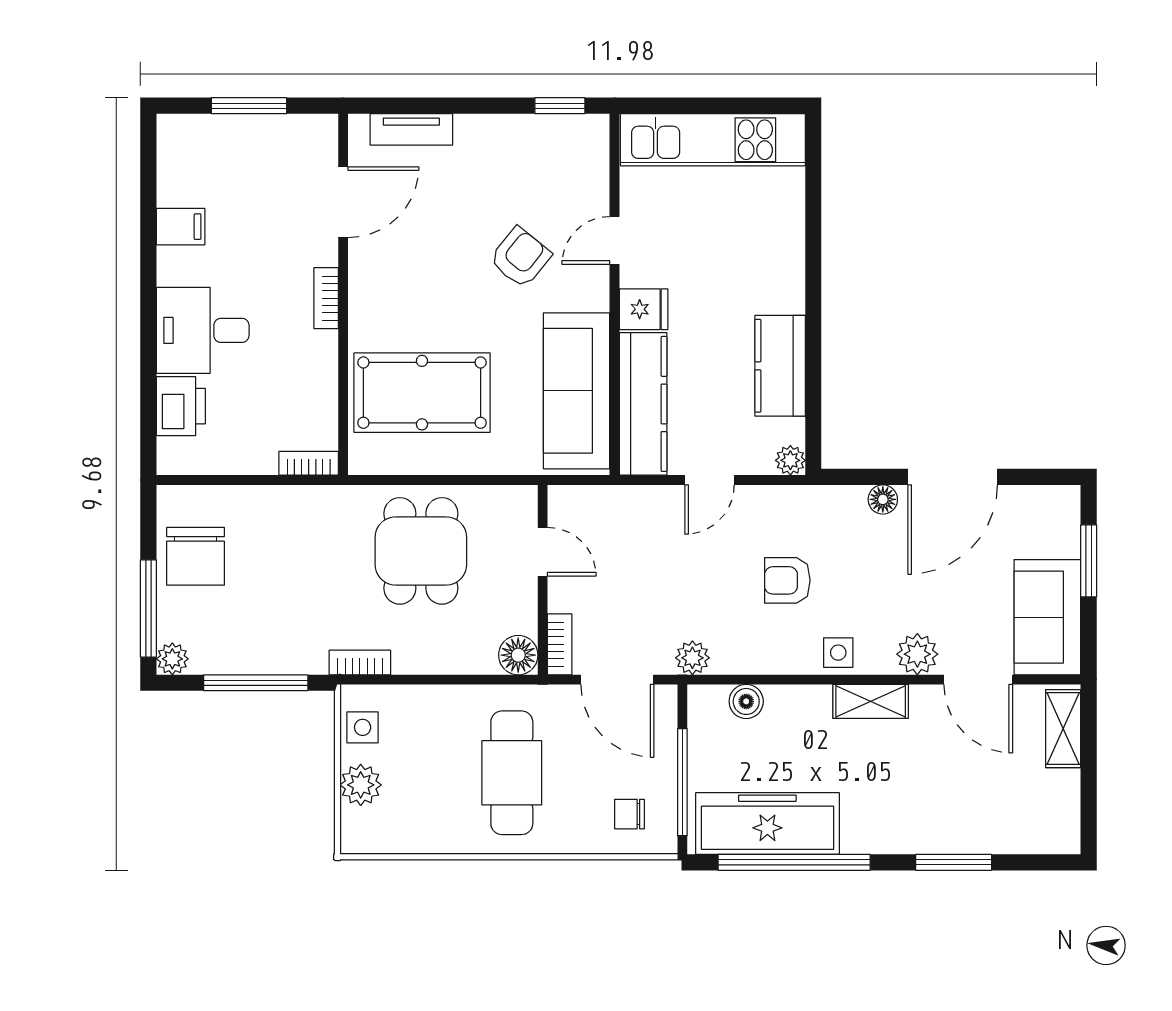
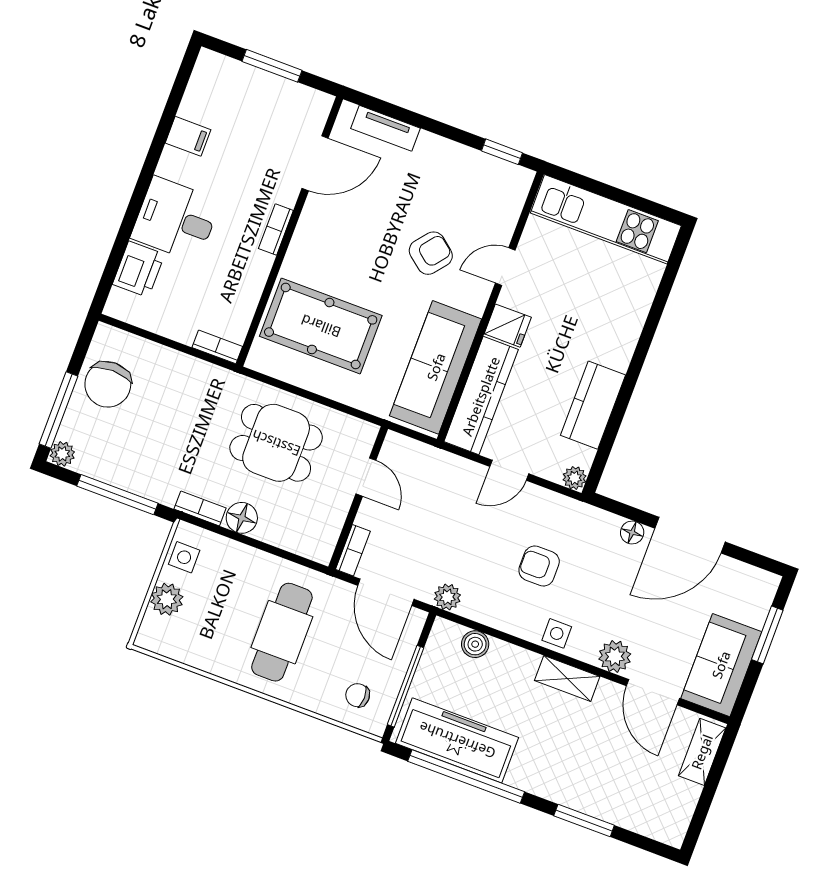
dining table: (421, 551) -> (276, 443), turned 90
floor lamp: (518, 655) -> (242, 518), moved

